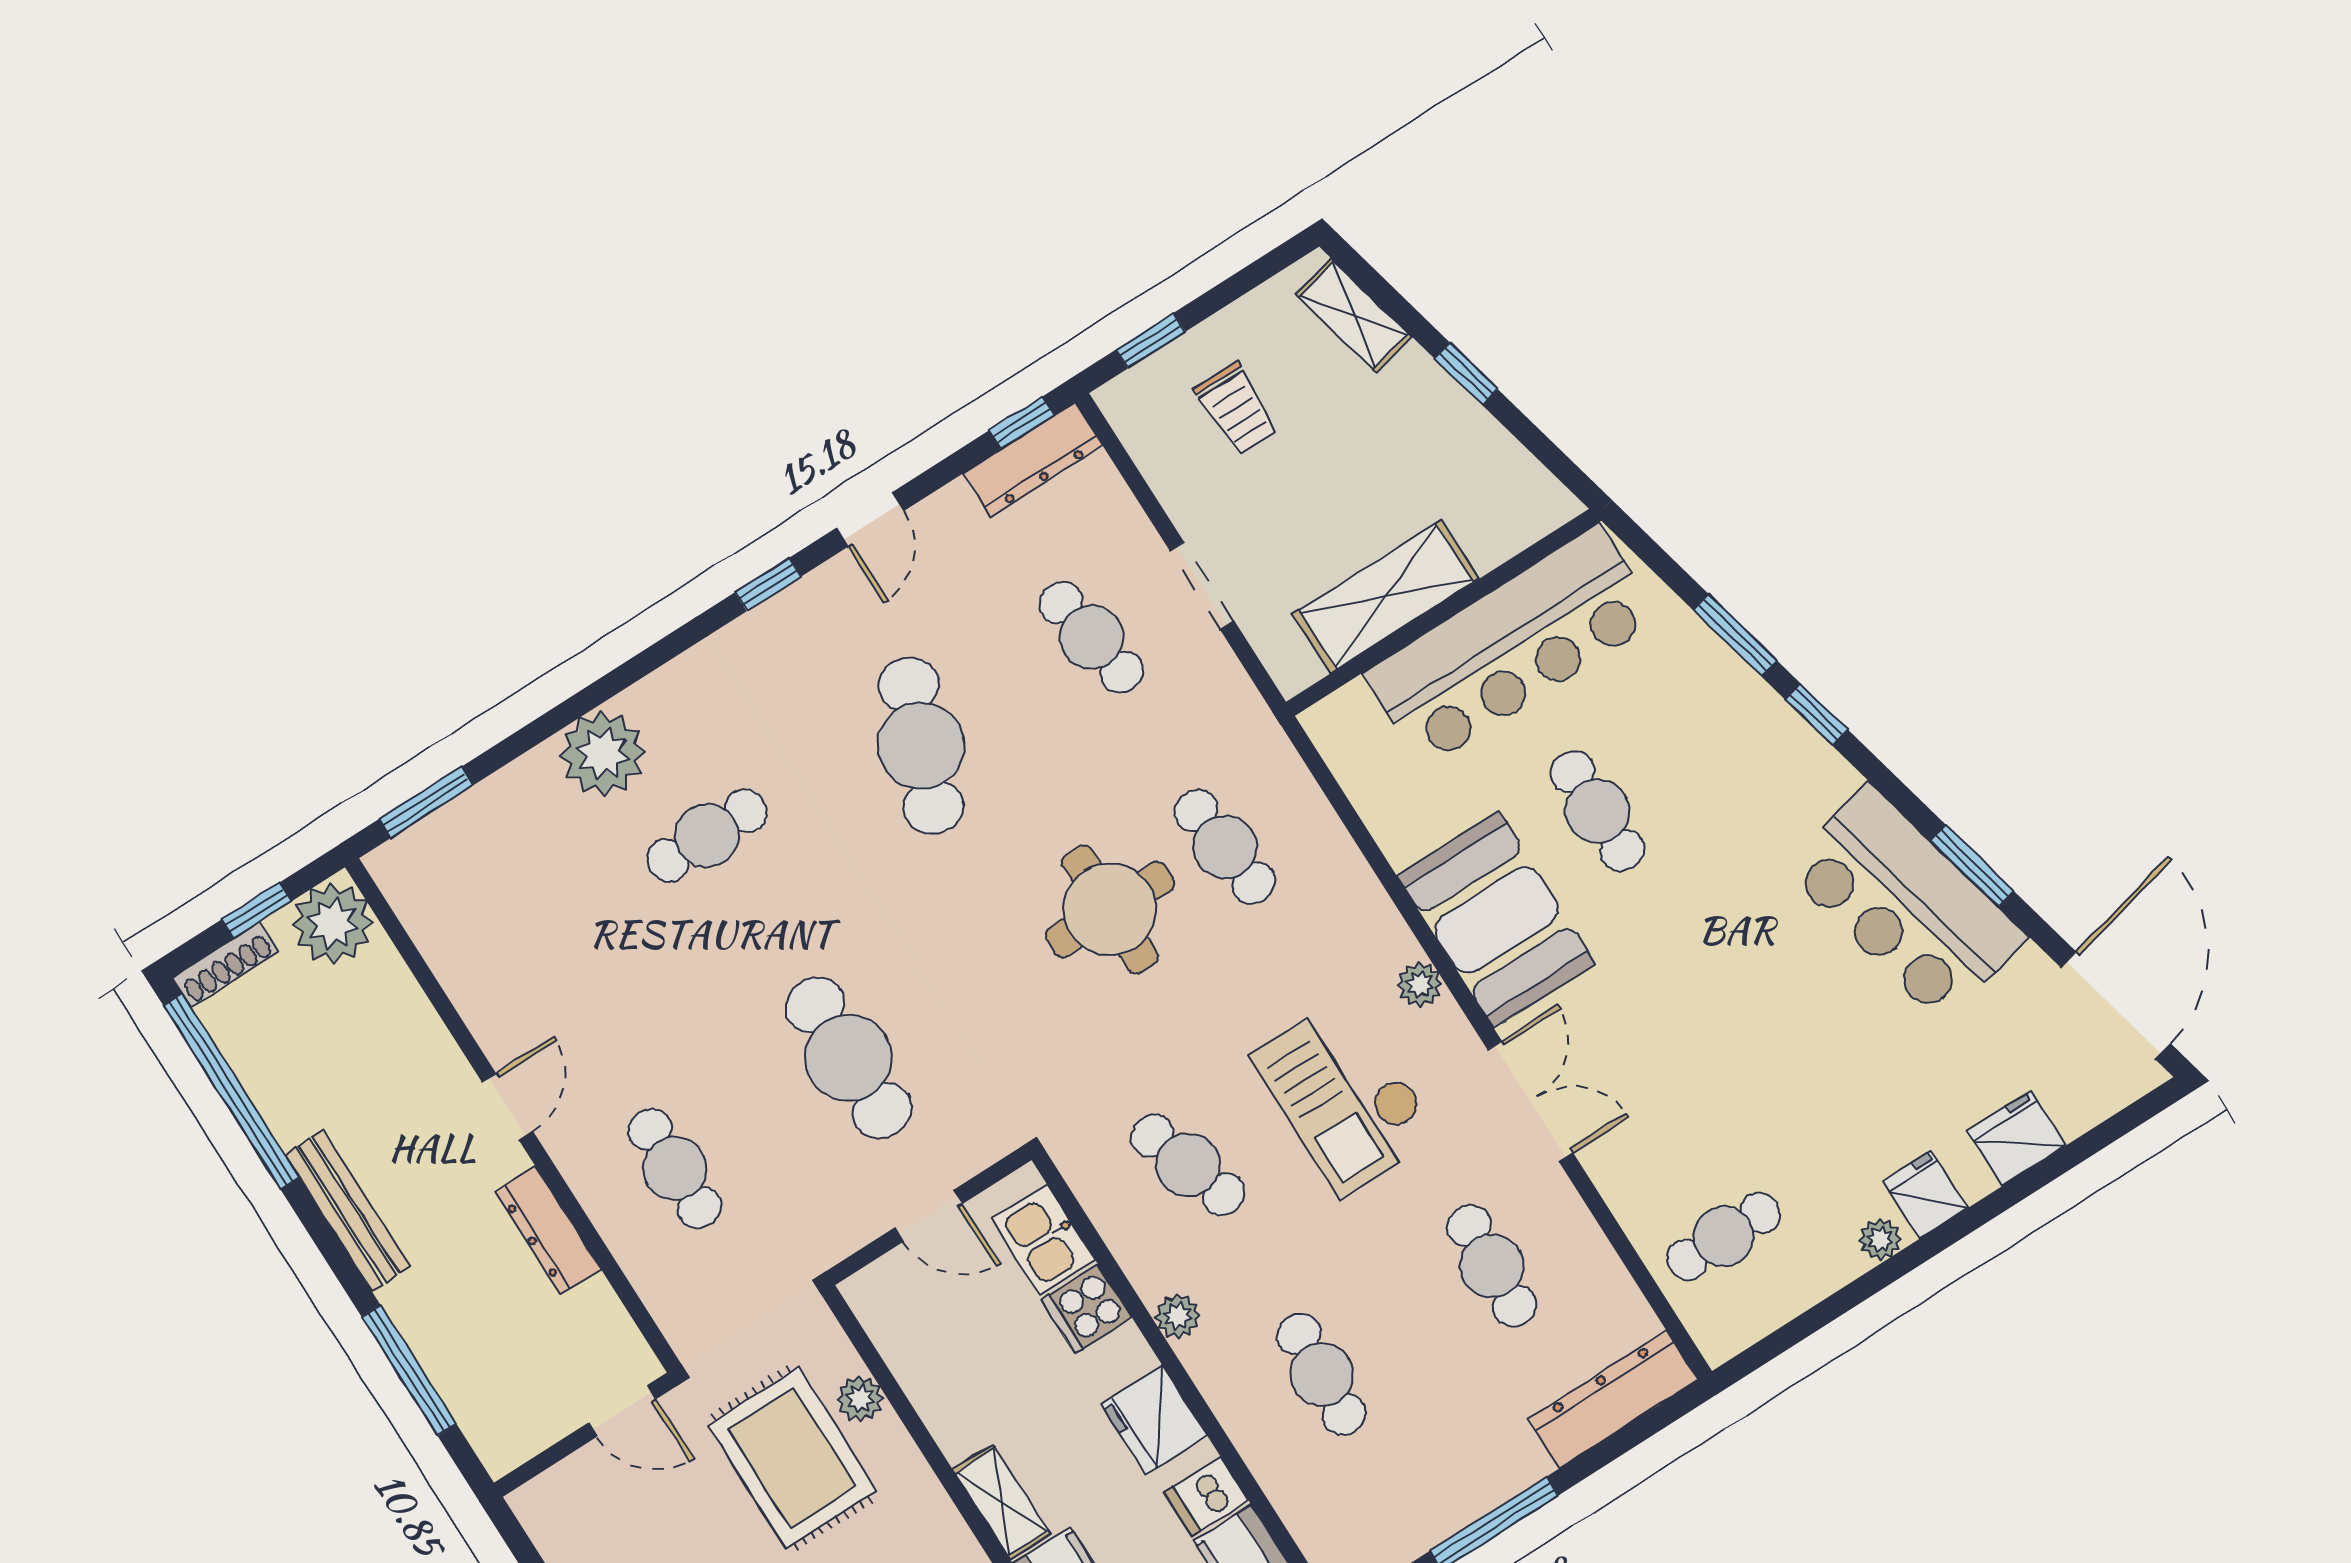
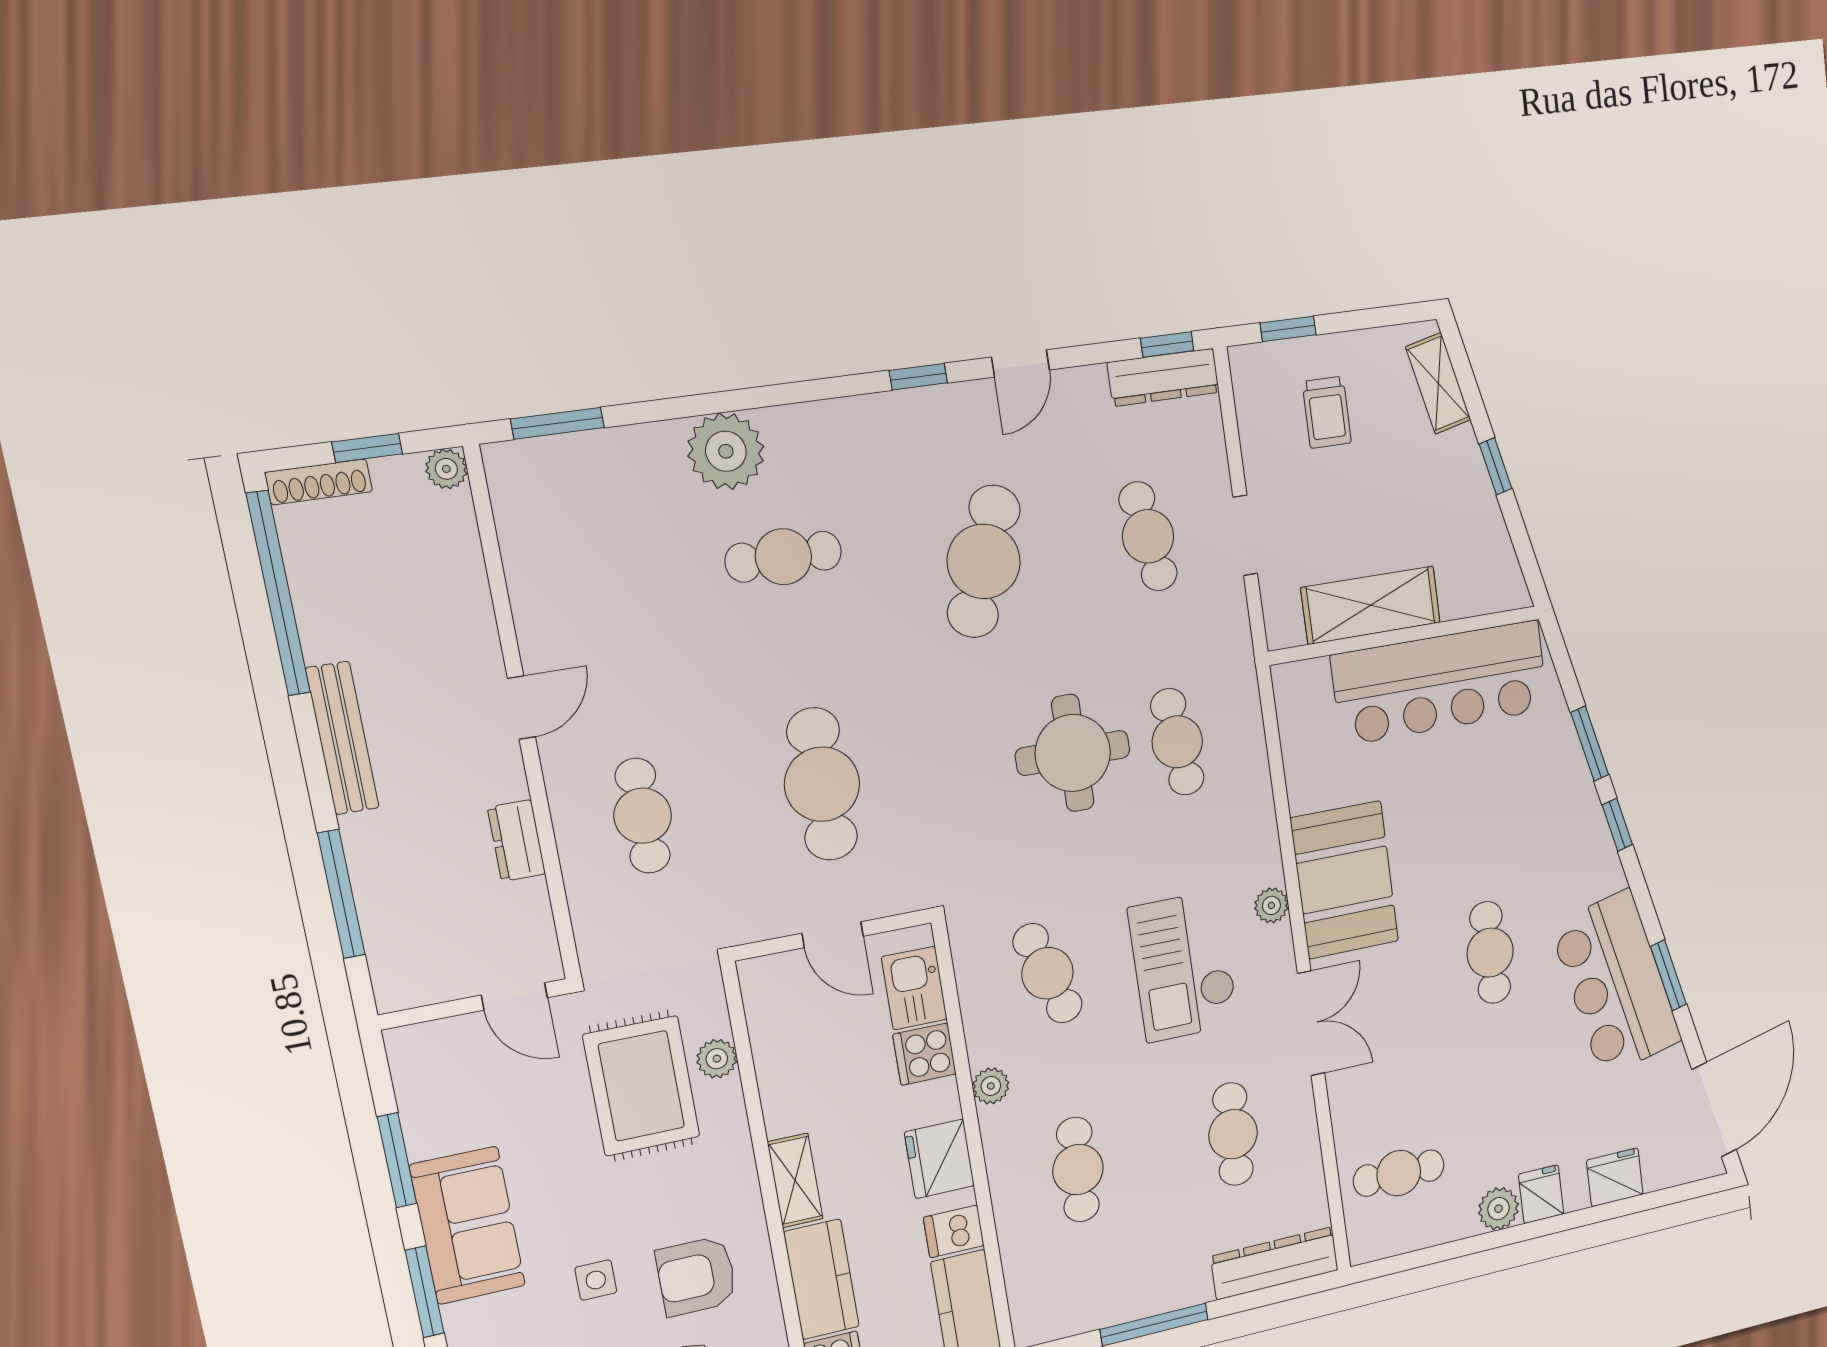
cafe table: (1597, 811) -> (1490, 953), moved
plant: (333, 923) -> (446, 469), width x0.53, depth x0.53
dresser: (548, 1231) -> (517, 841), width x0.70
plant: (1880, 1239) -> (1499, 1209), width x1.38, depth x1.38

